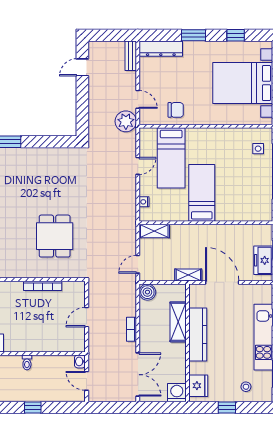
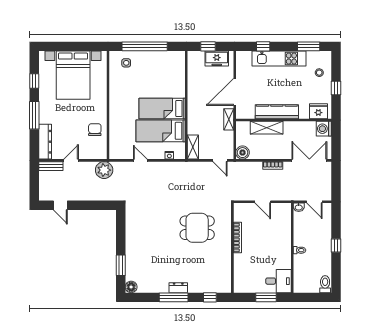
window: (193, 35) -> (34, 115), width x1.44
door: (138, 99) -> (71, 160), moved
bed: (171, 158) -> (161, 131), moved, turned 180
door: (87, 381) -> (314, 202), hinge flipped

